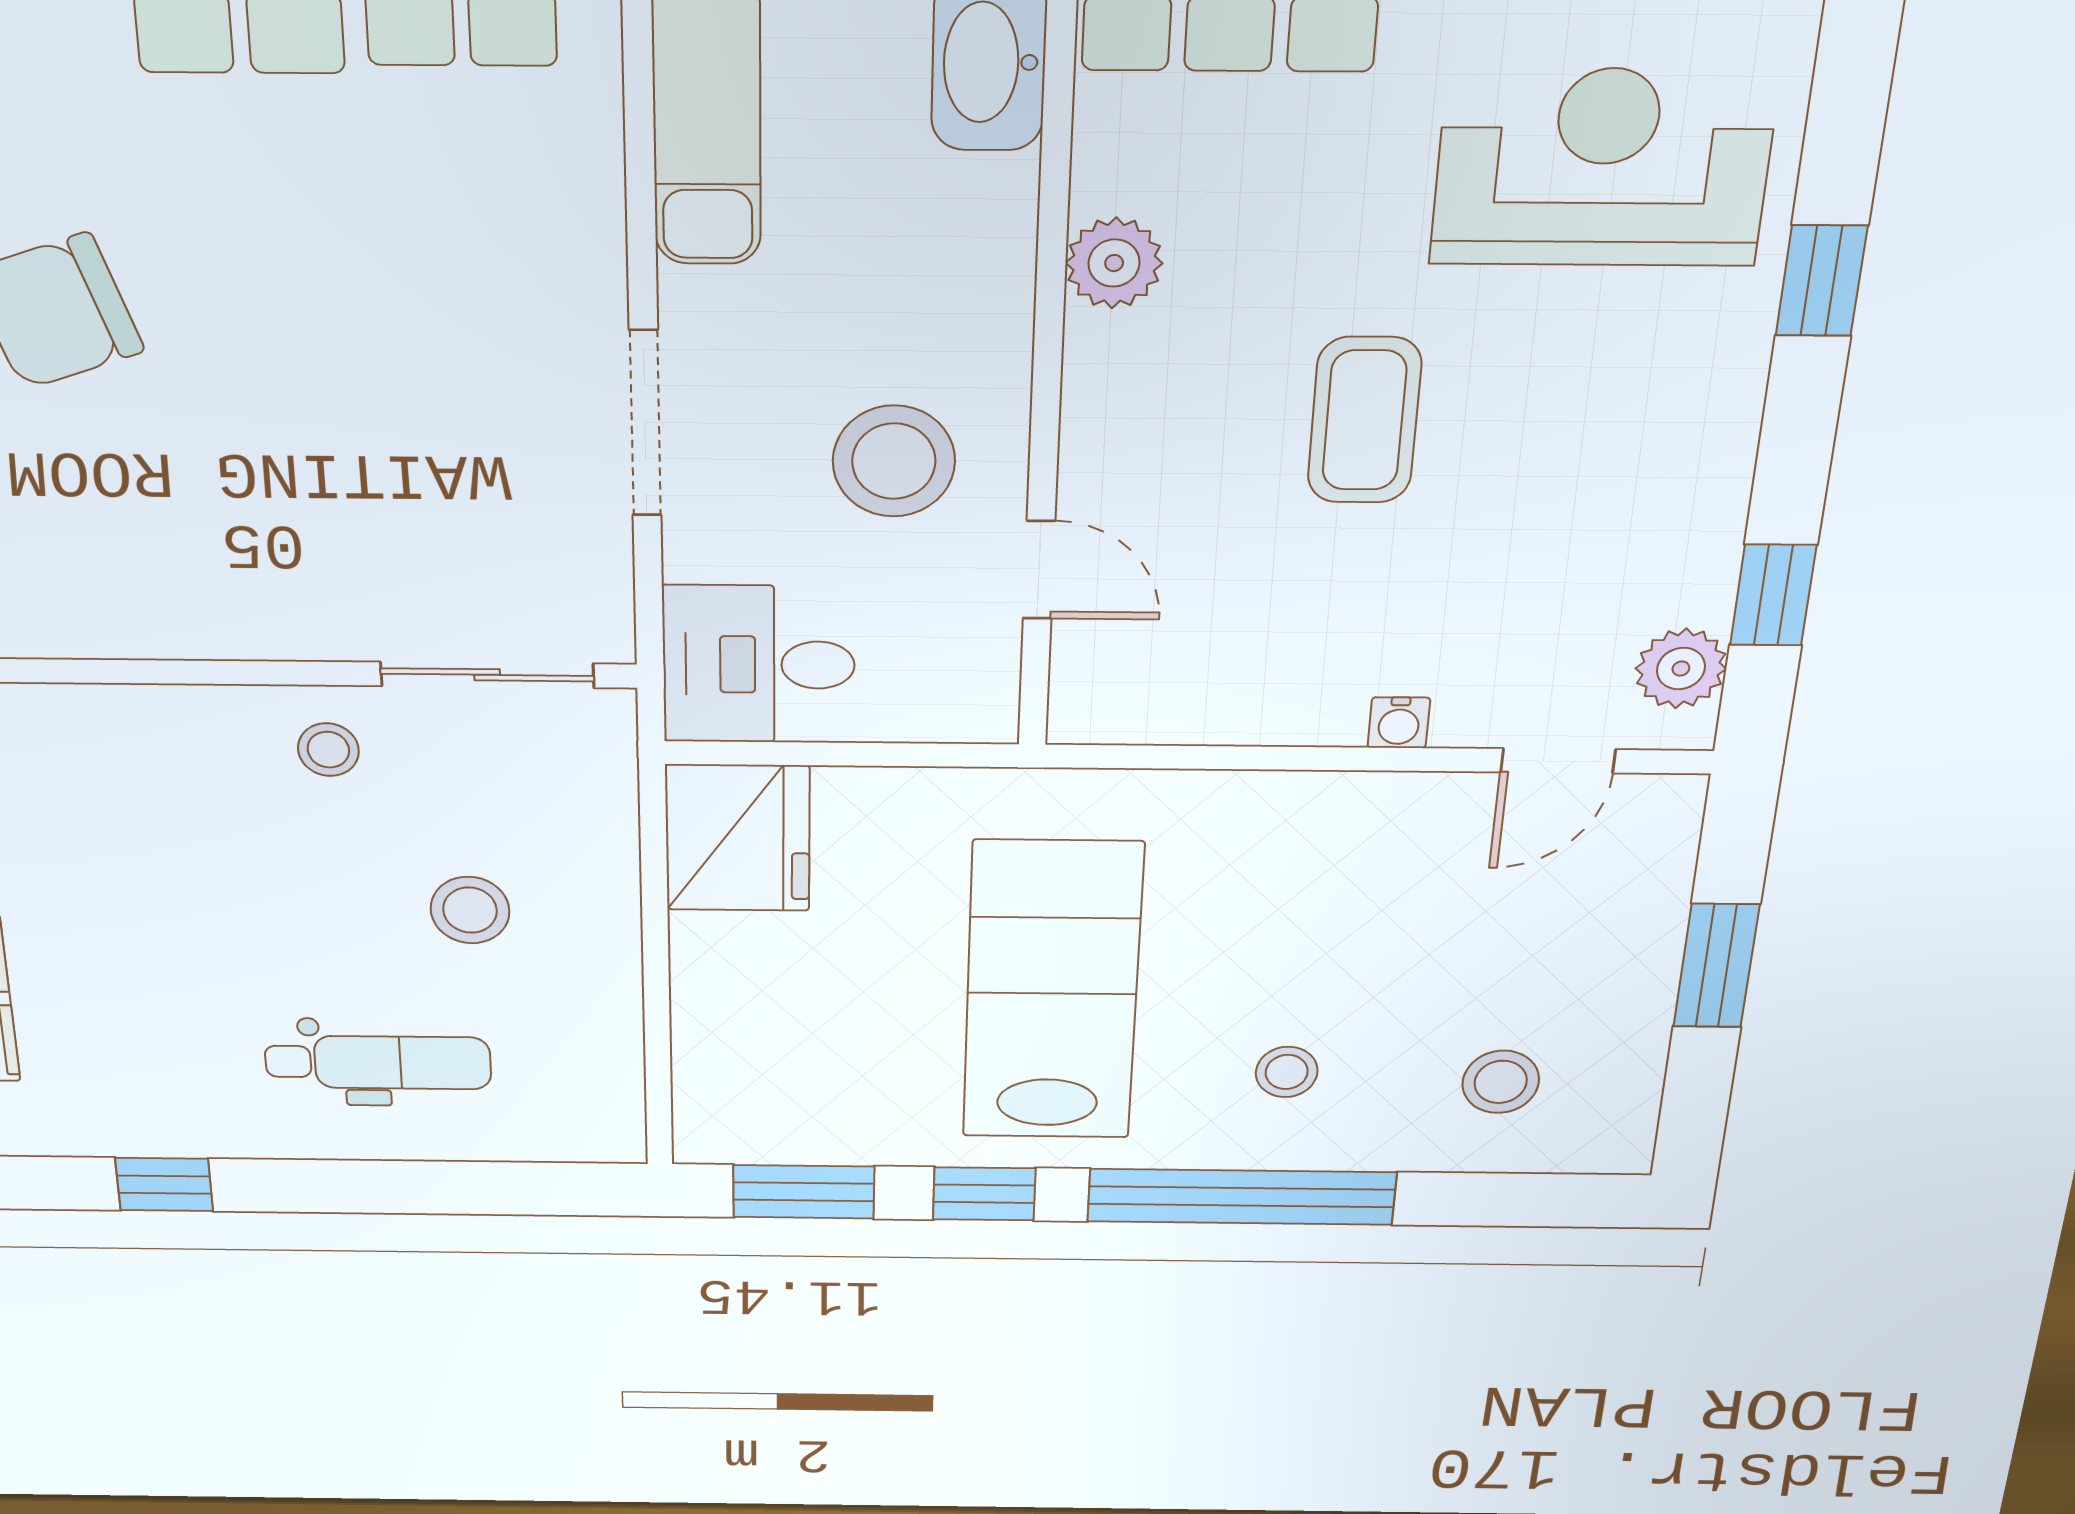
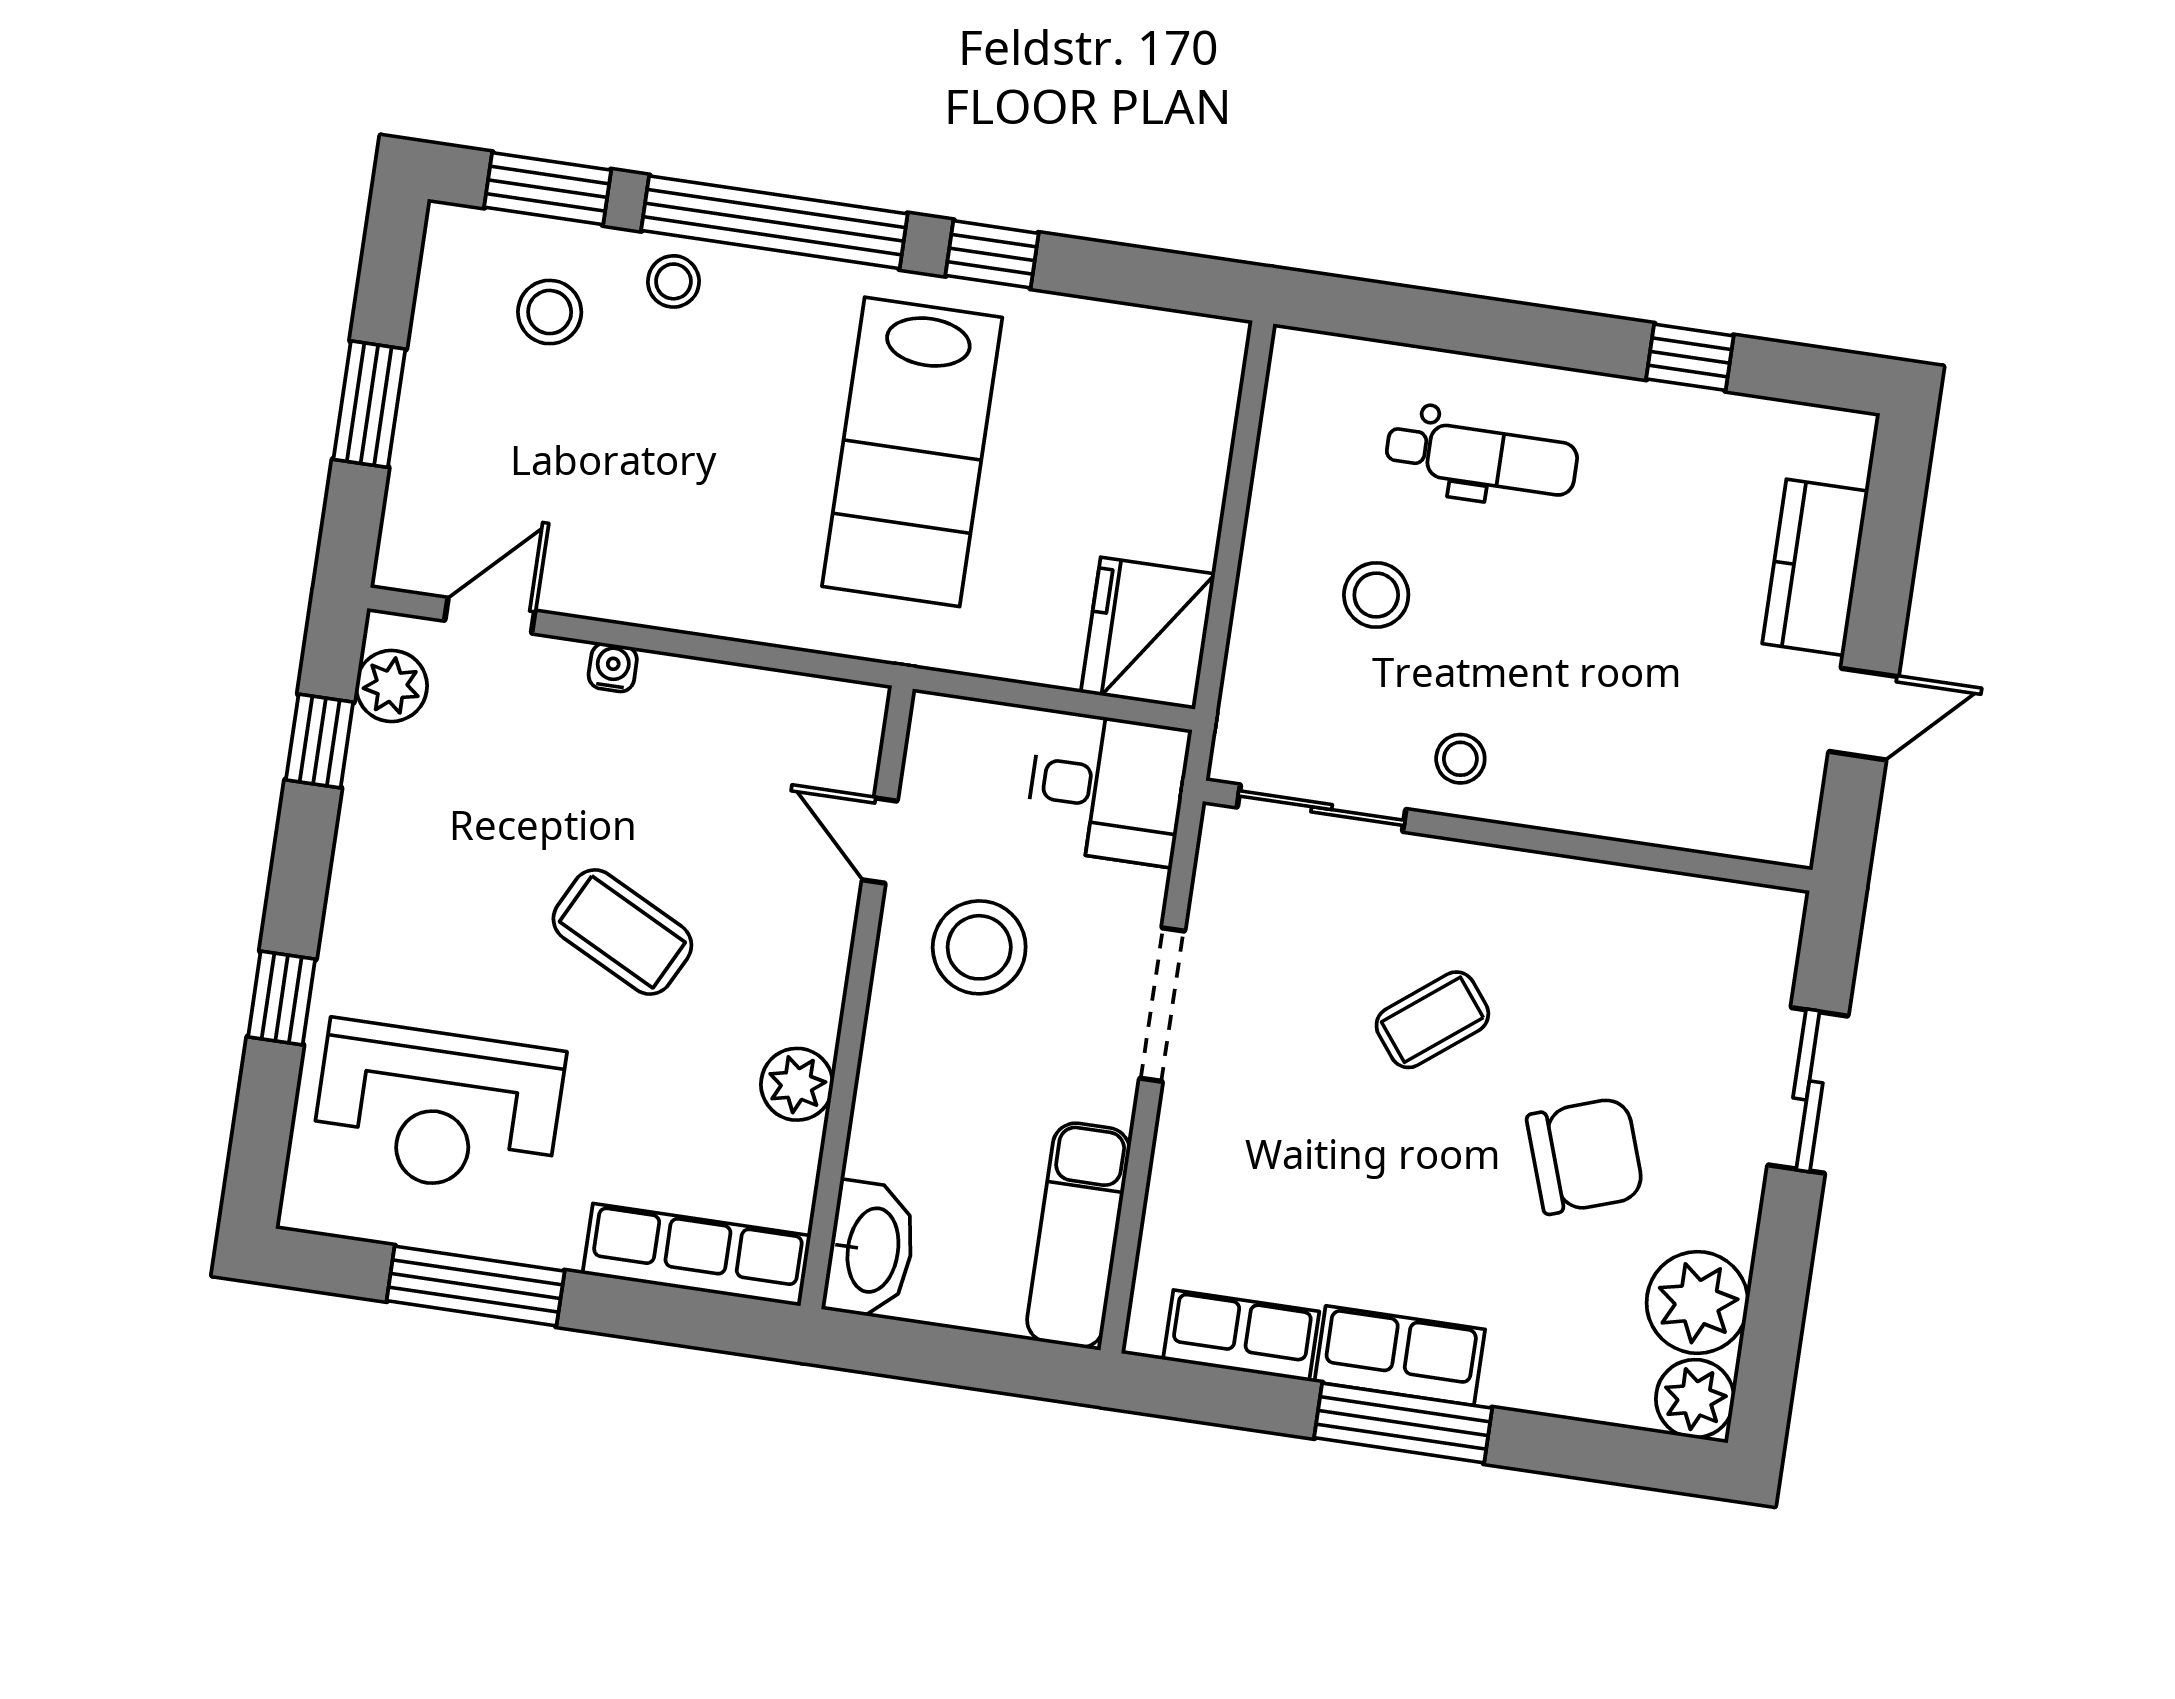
coffee table: (1364, 420) -> (622, 932), turned -63
coffee table: (294, 450) -> (1432, 1020), added
dental chair: (378, 1062) -> (1482, 457), turned 180
stool: (1287, 1072) -> (673, 281), moved
window: (804, 1192) -> (548, 189), moved

